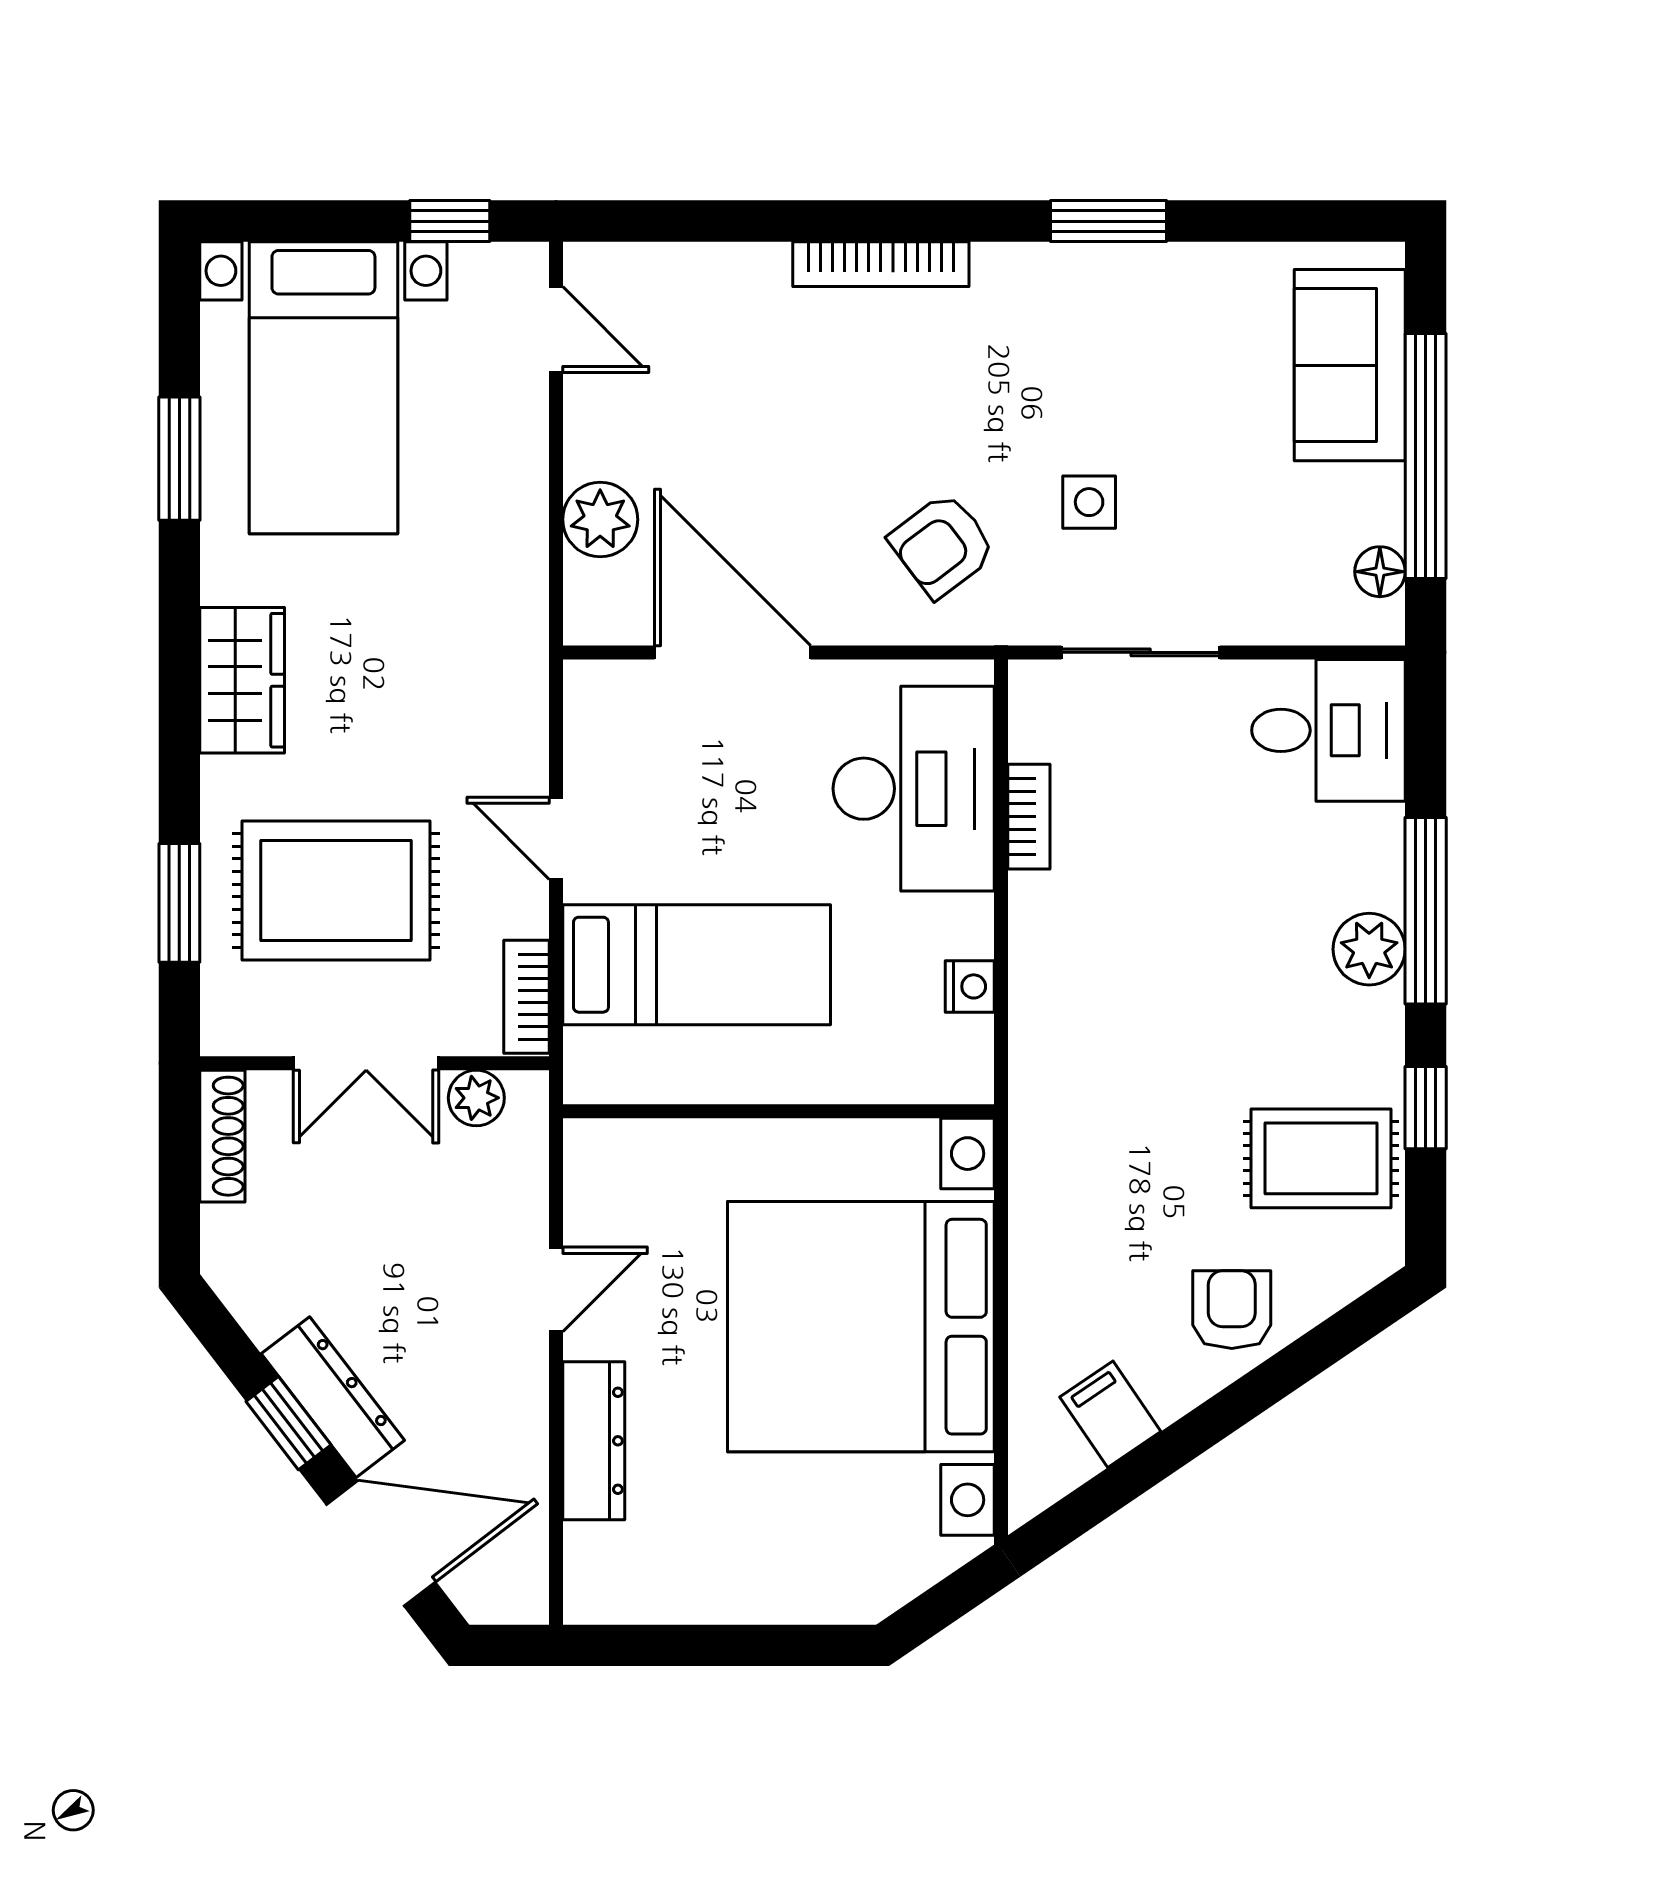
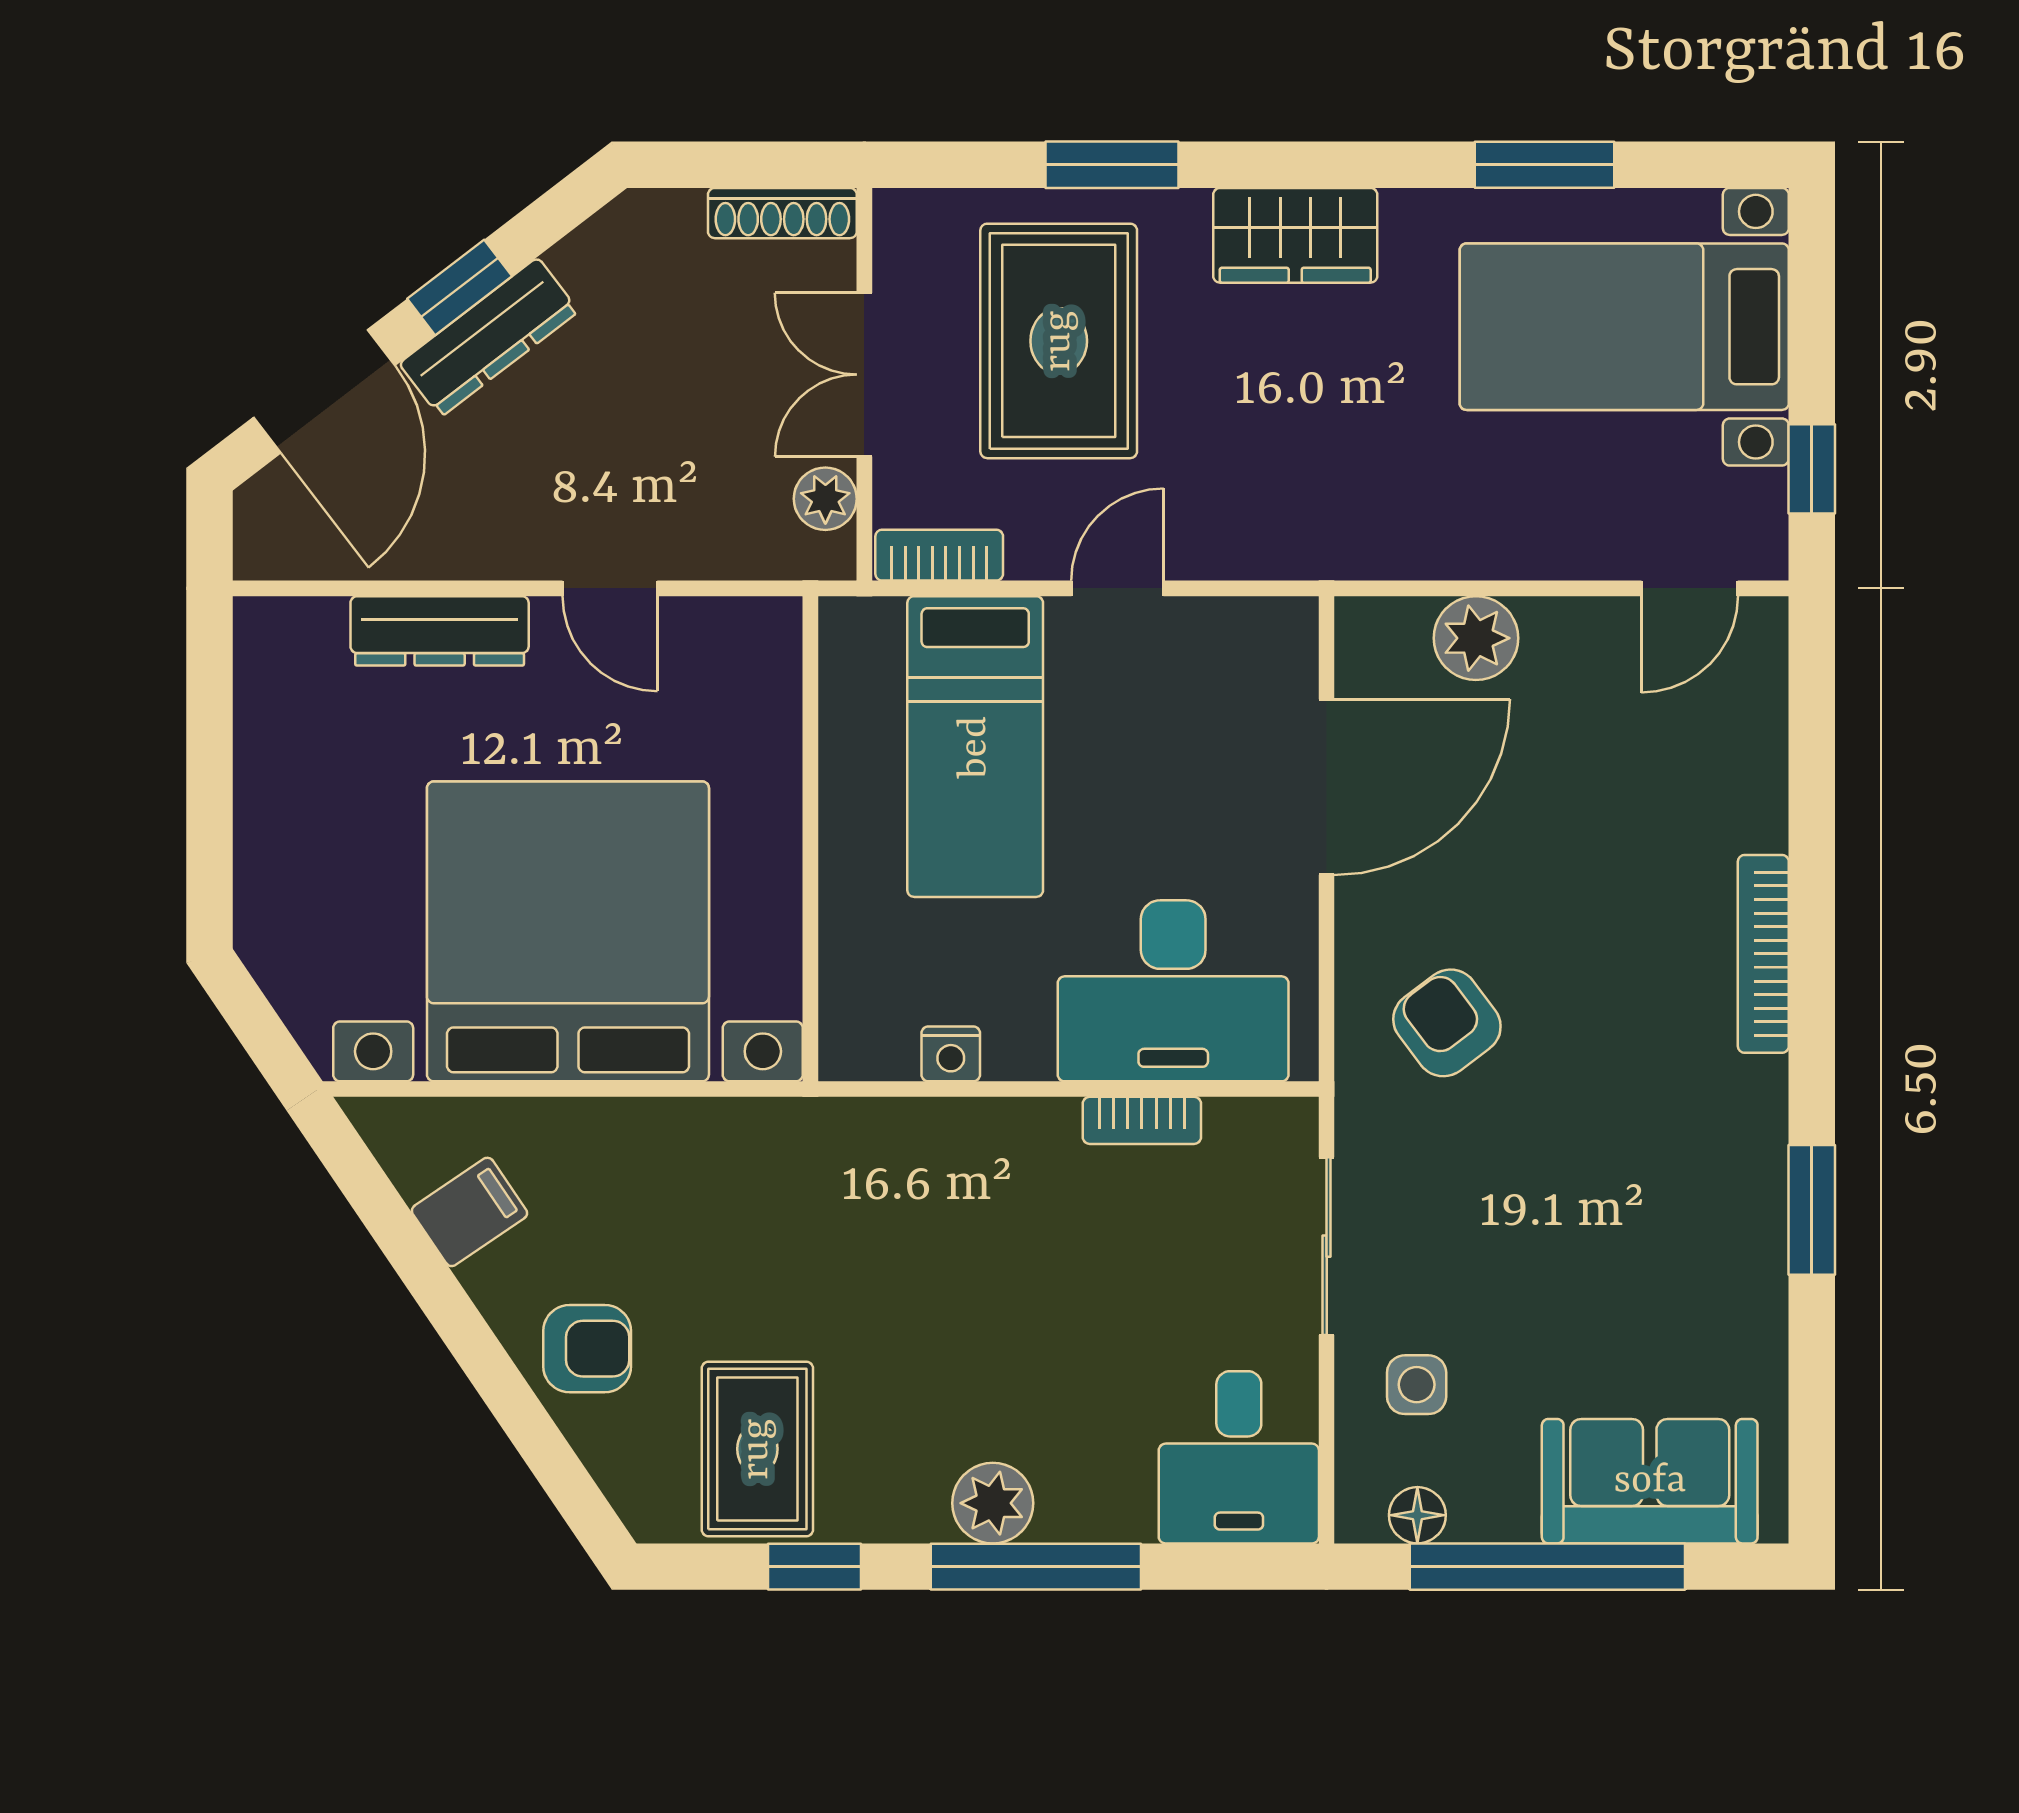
side table: (1089, 502) -> (1417, 1385), moved
window: (179, 903) -> (1112, 165), moved

